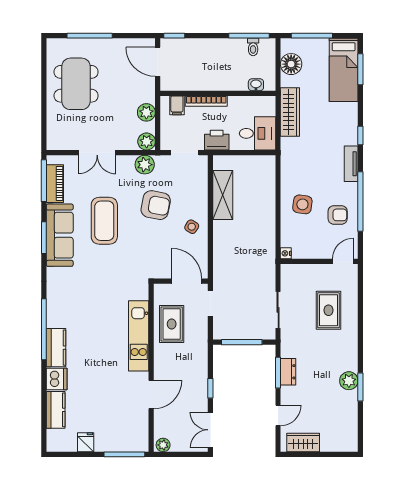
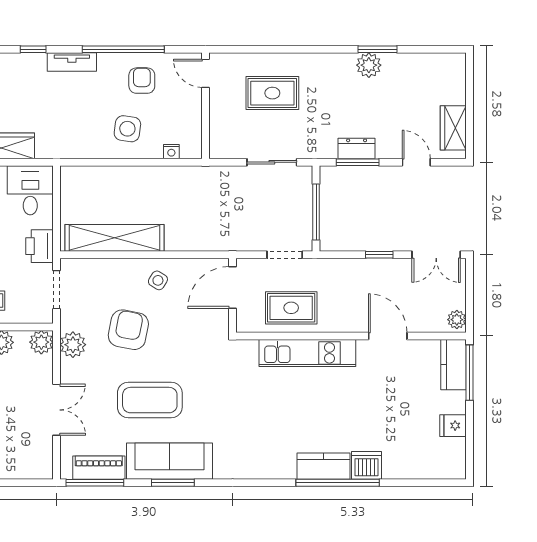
shelving: (223, 195) -> (114, 238), width x1.47
nightstand: (286, 253) -> (171, 152), moved
doorway: (210, 303) -> (285, 255), moved
window: (44, 329) -> (338, 483), moved
kitchen counter: (56, 410) -> (453, 365), moved, turned -90

